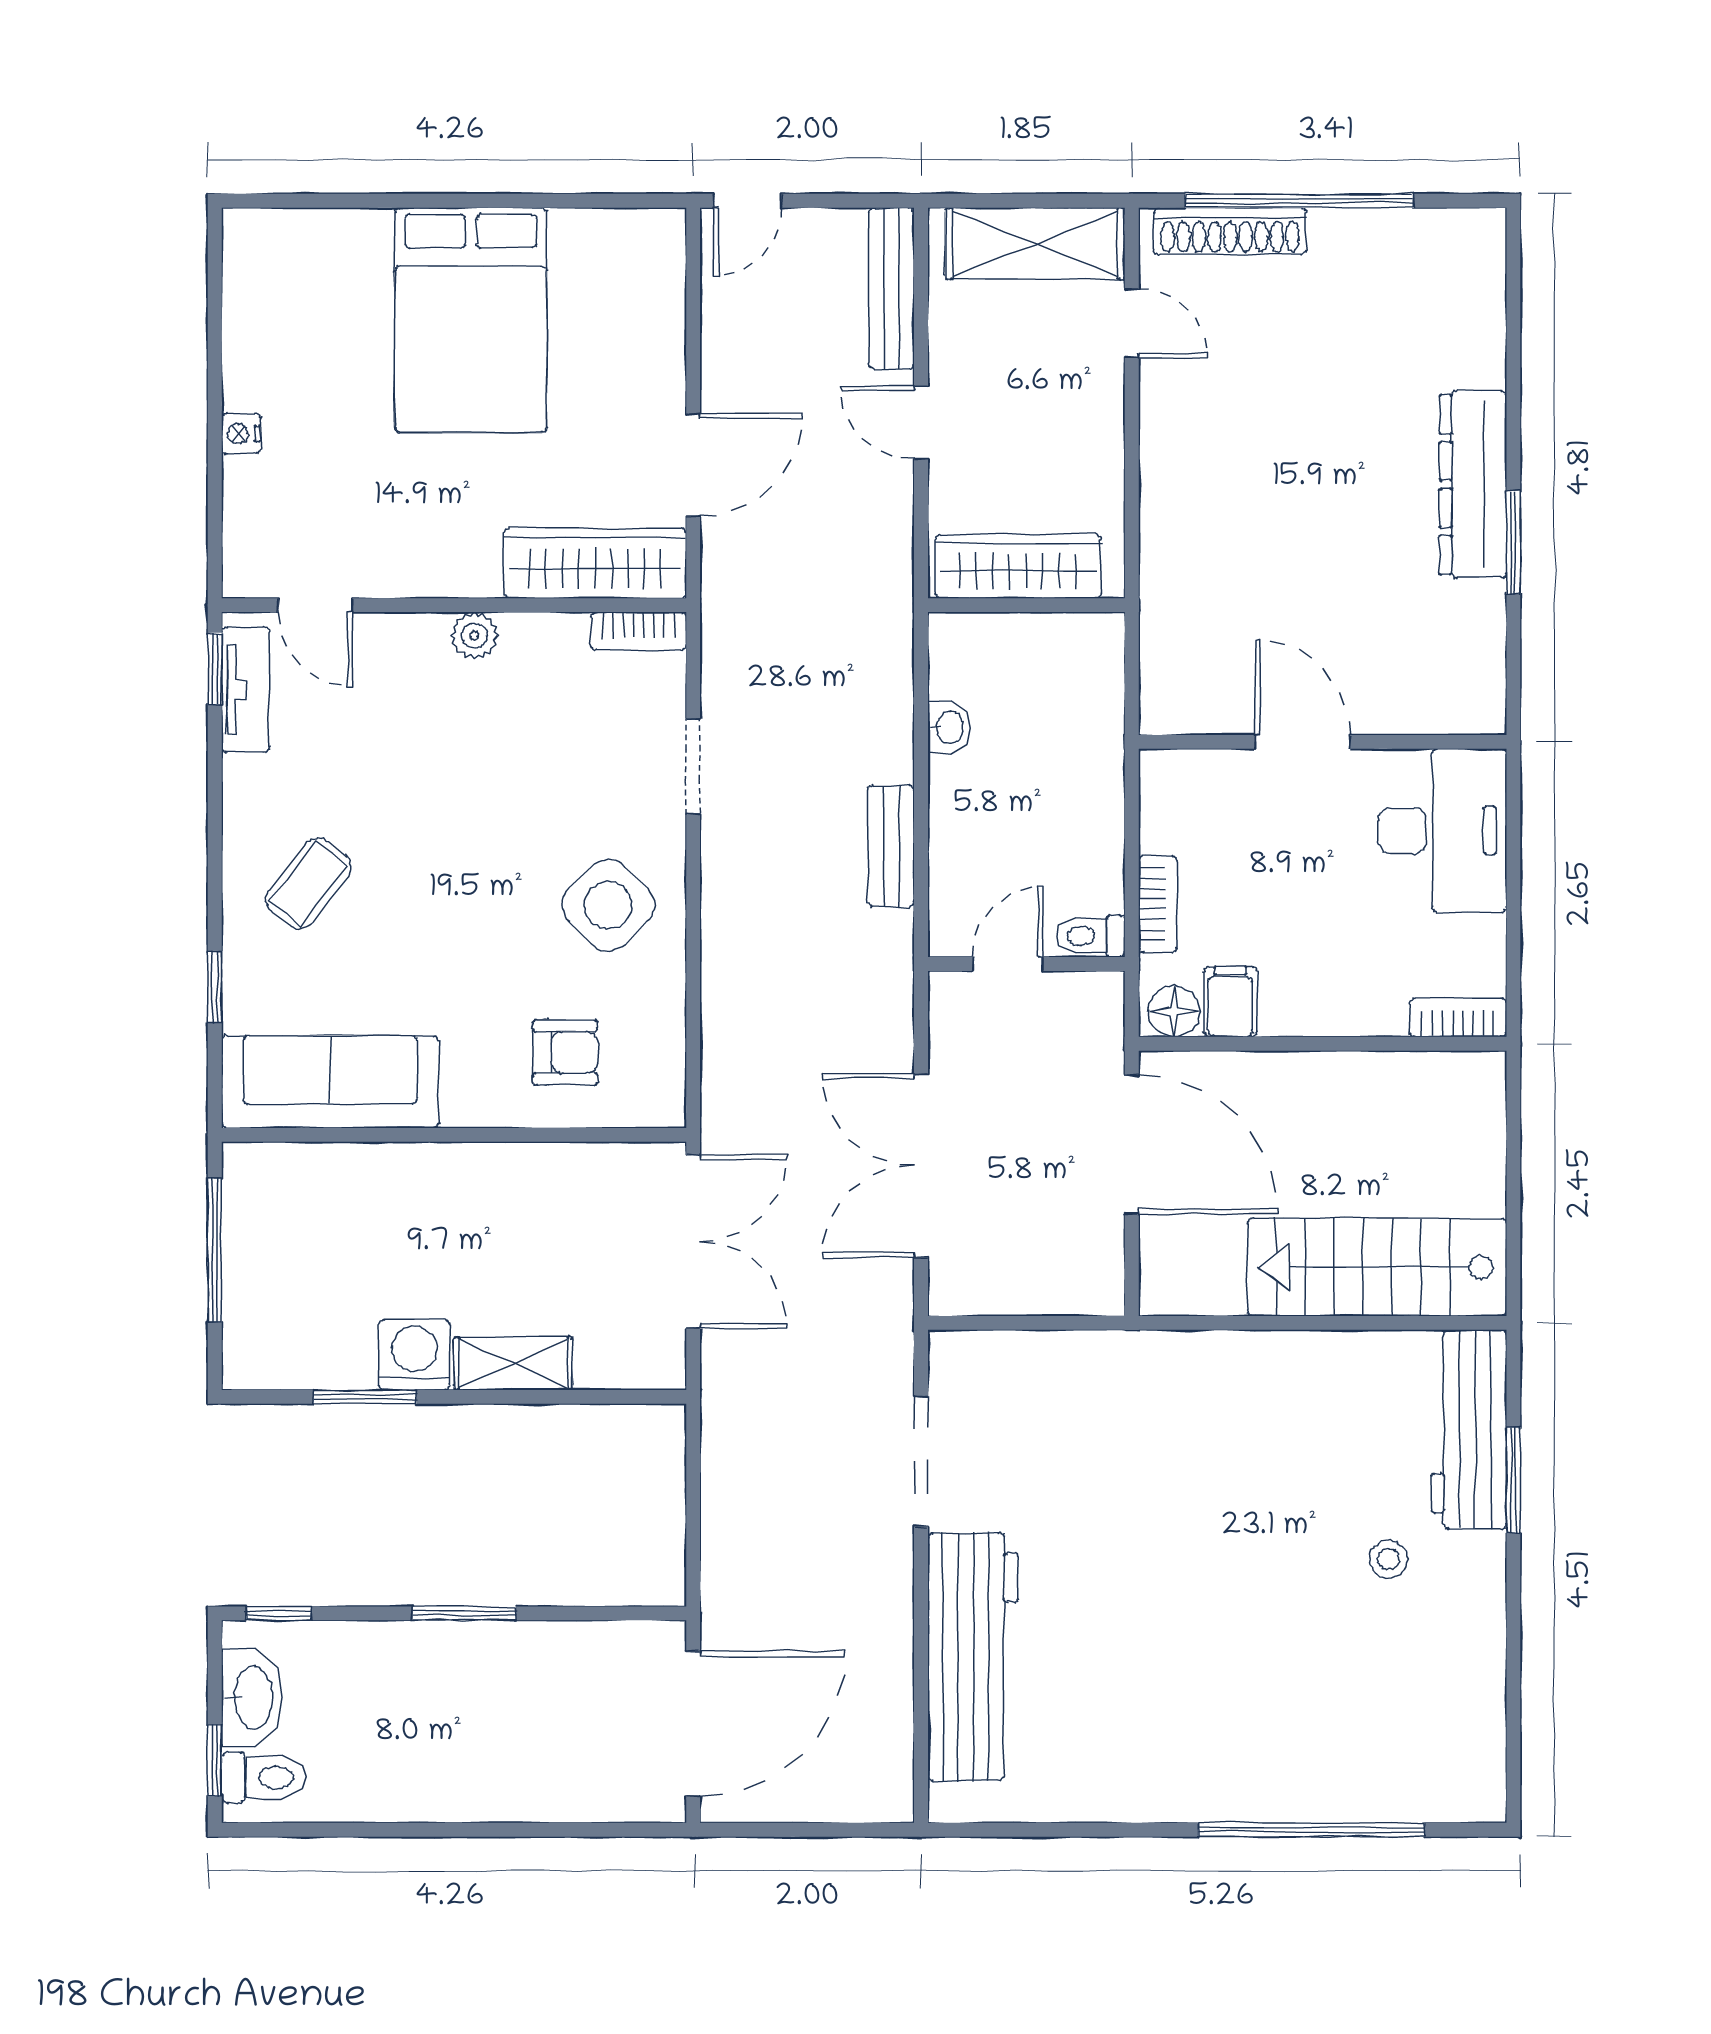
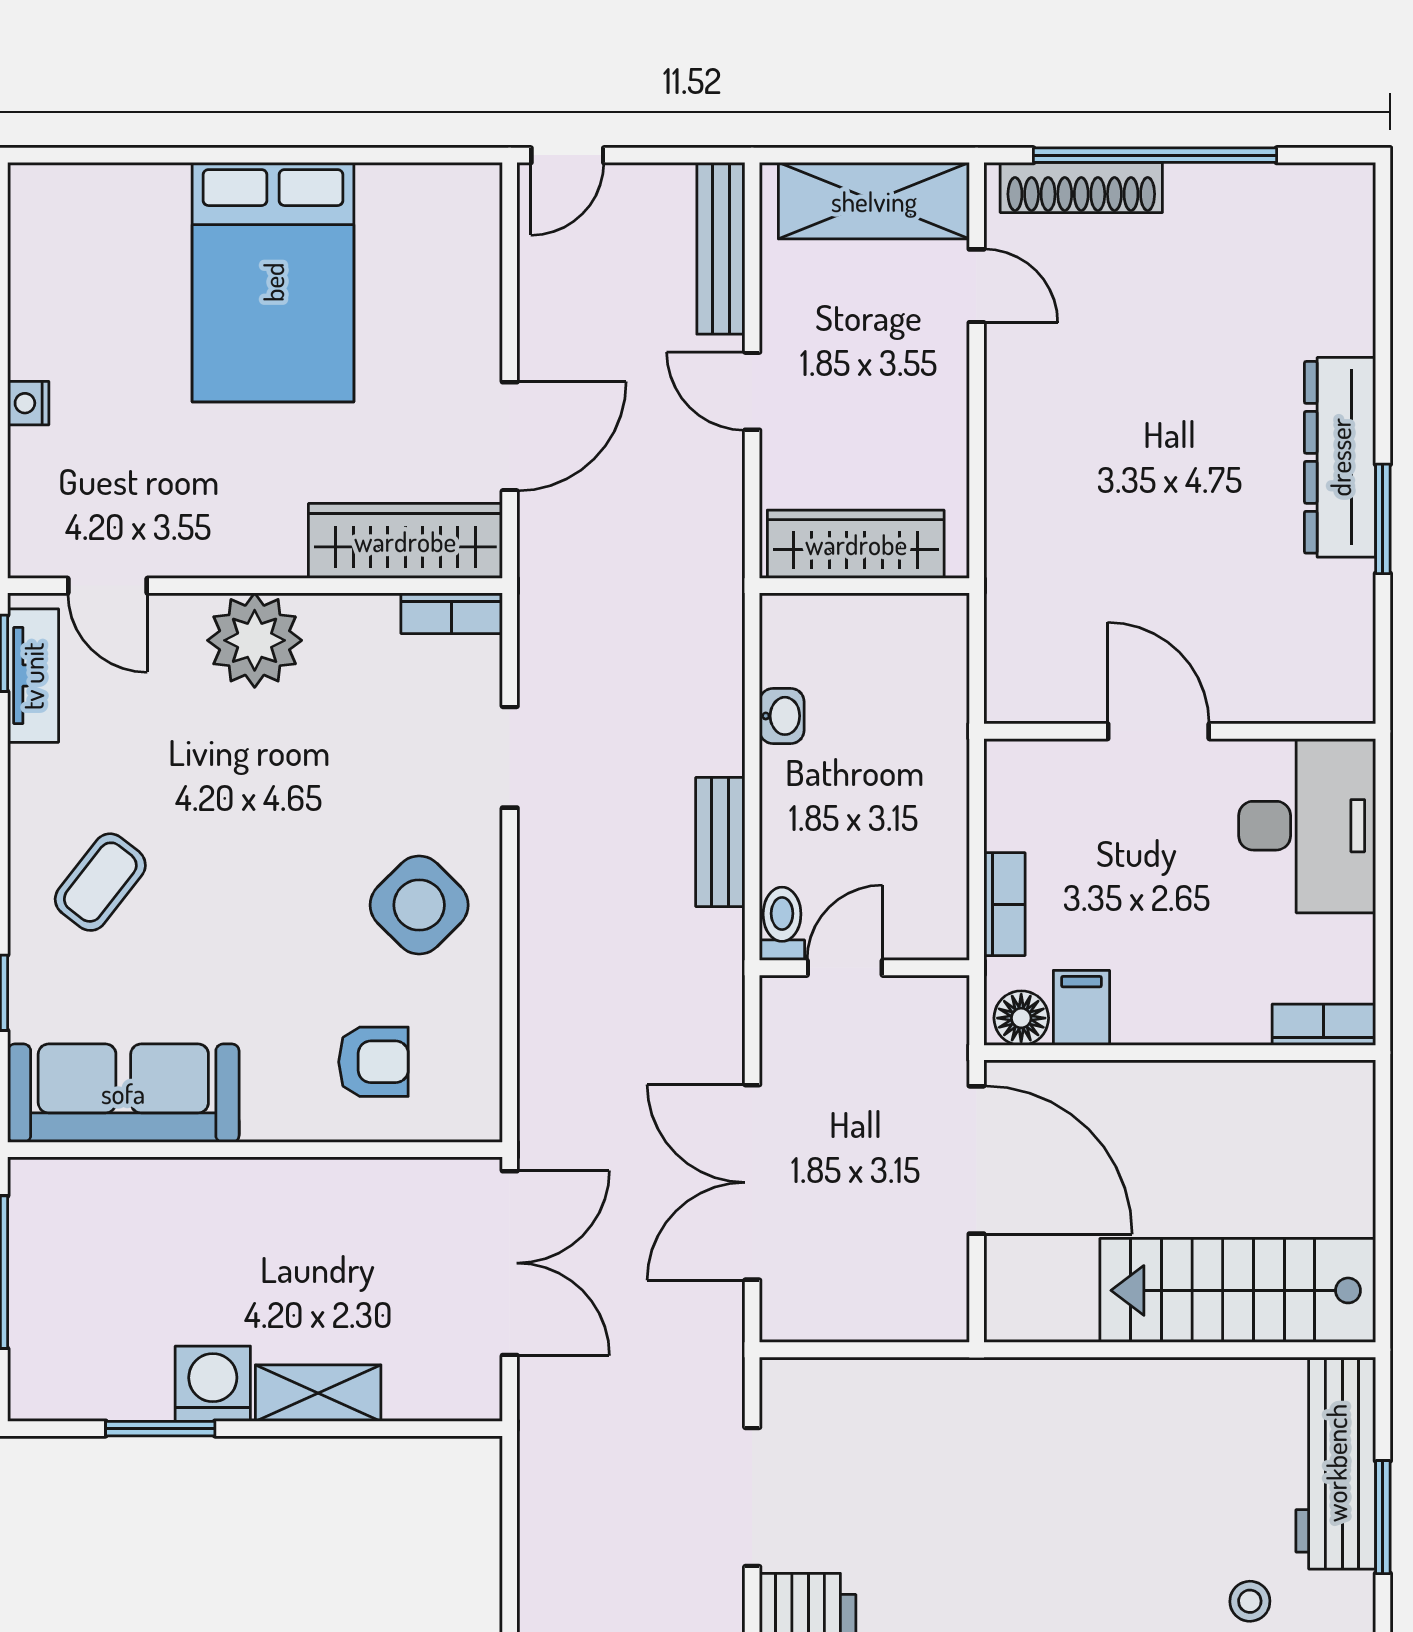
plant: (474, 636) -> (255, 640), width x1.87, depth x1.87
toilet: (1090, 936) -> (782, 924), moved, turned 90

